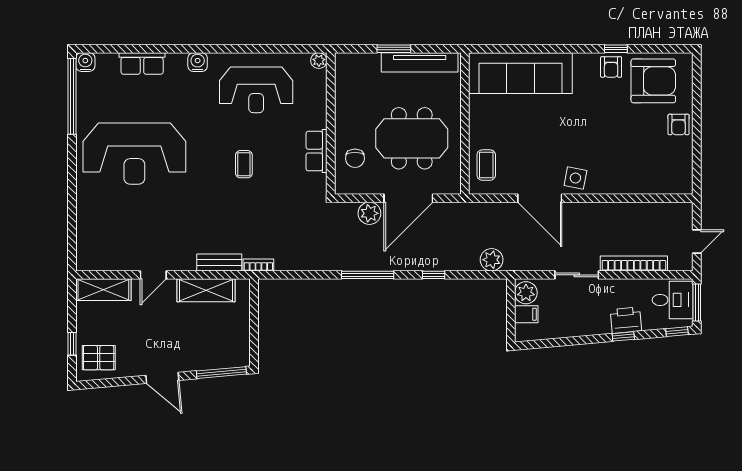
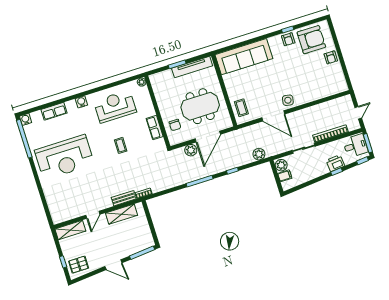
reception desk: (256, 90) -> (115, 106), turned 180

